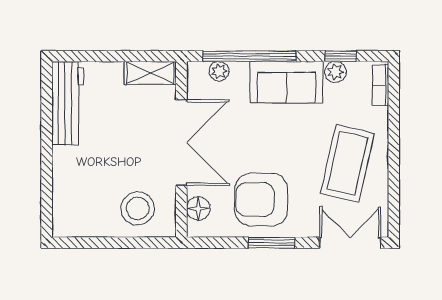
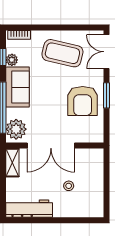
plant: (219, 71) -> (16, 129), width x1.88, depth x1.88
double door: (181, 143) -> (51, 145), swing flipped
stool: (138, 209) -> (69, 186), moved, width x0.53, depth x0.53
floor lamp: (198, 209) -> (88, 136), removed

